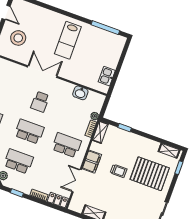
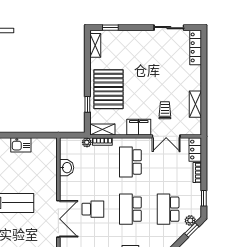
double door: (42, 72) -> (58, 219), swing flipped
kitchen sink: (107, 76) -> (21, 145), moved
trolley: (119, 171) -> (165, 110), moved
pallet: (150, 174) -> (108, 89), moved

